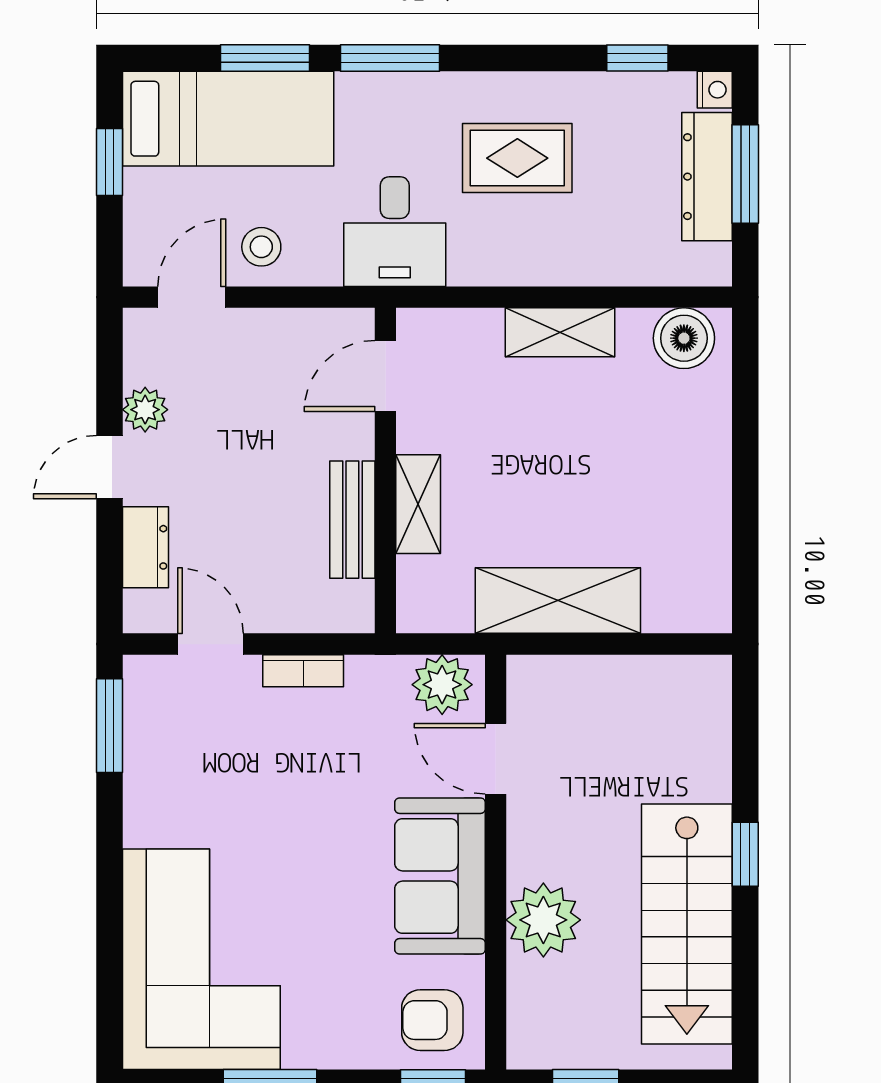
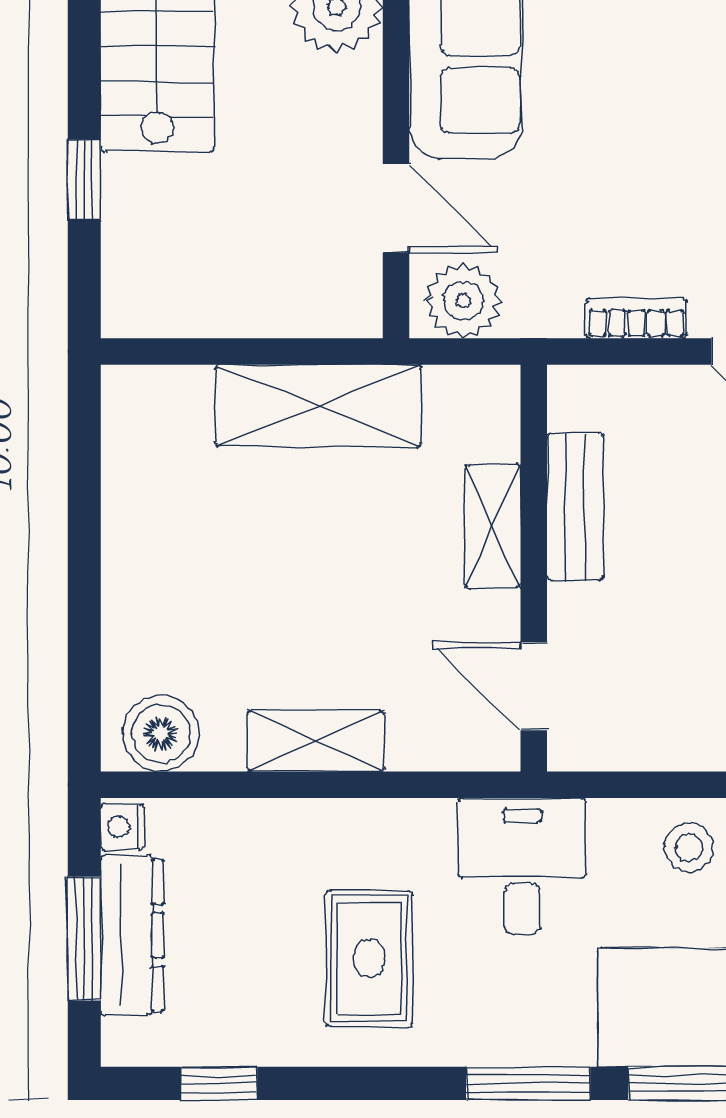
nightstand: (715, 90) -> (122, 827), moved
rug: (517, 158) -> (369, 959), turned 90
door: (385, 376) -> (534, 686), swing flipped
window: (745, 854) -> (84, 180), moved

